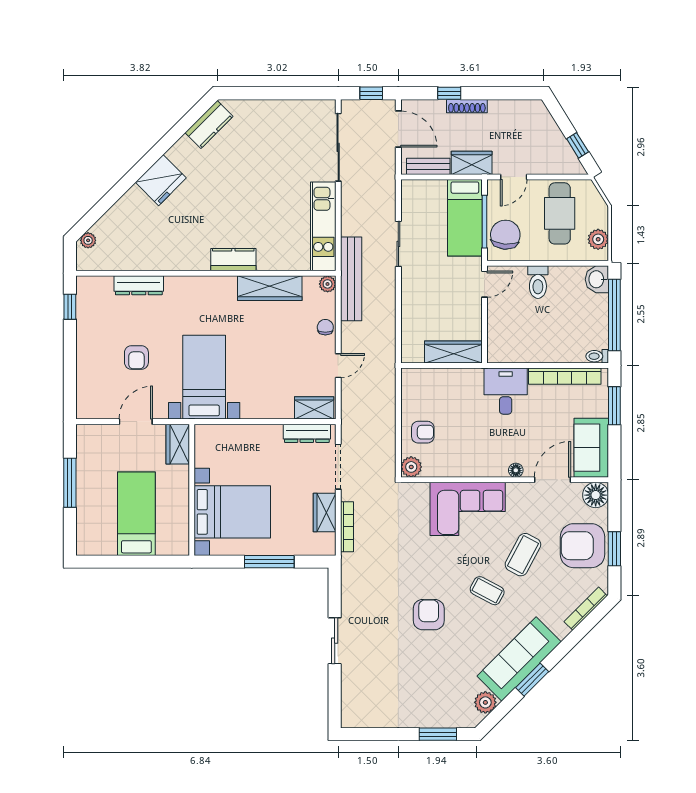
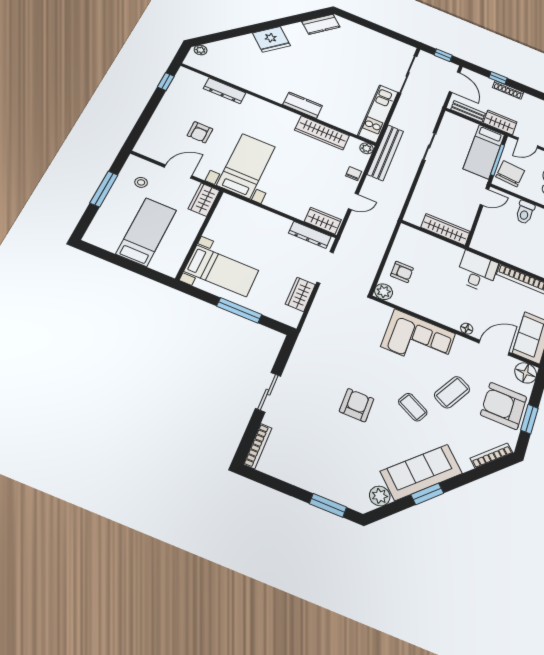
stool: (104, 455) -> (141, 182), added
bed with nightstands: (232, 512) -> (221, 271), width x0.73
bookcase: (347, 527) -> (258, 446), moved

